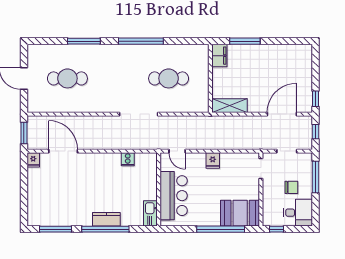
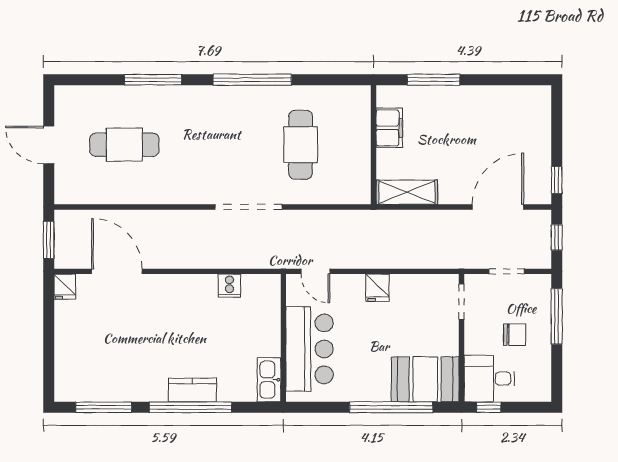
filing cabinet: (219, 56) -> (389, 128), moved
cafe table: (169, 78) -> (301, 145), turned 90
desk: (298, 213) -> (489, 379), moved, turned 180

